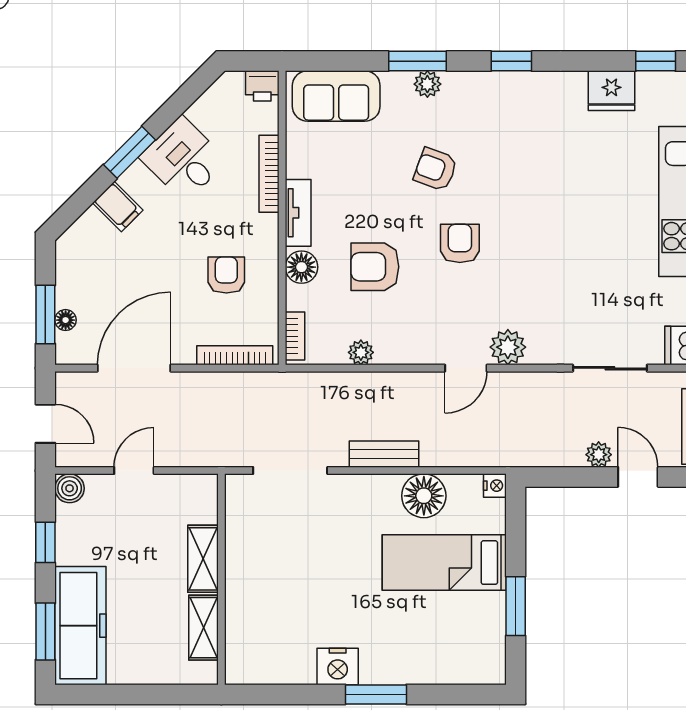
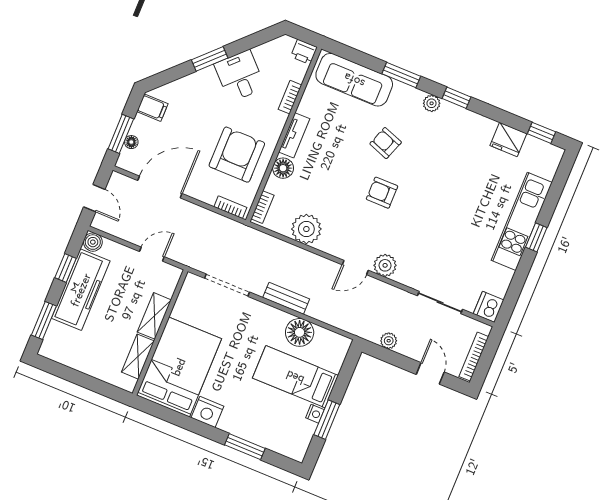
plant: (427, 84) -> (432, 103), moved
sofa: (336, 96) -> (354, 80), width x1.36
bookcase: (269, 174) -> (290, 97), width x0.64
filing cabinet: (118, 207) -> (152, 108), moved, turned -45
armchair: (460, 243) -> (382, 193), turned -90
armchair: (375, 267) -> (326, 186), removed
armchair: (226, 275) -> (237, 155), width x1.88, depth x1.88
plant: (361, 352) -> (306, 229), width x1.88, depth x1.88
bookcase: (235, 355) -> (230, 207), width x0.64
plant: (599, 455) -> (389, 341), moved
door: (134, 471) -> (152, 254), moved
nightstand: (495, 486) -> (315, 414), moved
bed: (270, 618) -> (179, 367), added
freezer: (80, 626) -> (81, 290), moved
window: (376, 694) -> (245, 447), moved

